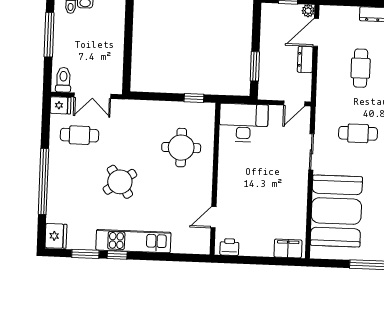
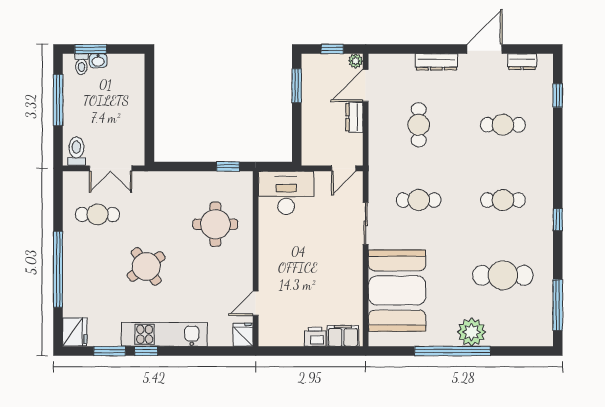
window: (255, 66) -> (297, 86), moved
fridge: (61, 105) -> (243, 335), moved, turned -90
printer: (229, 247) -> (315, 337), moved

